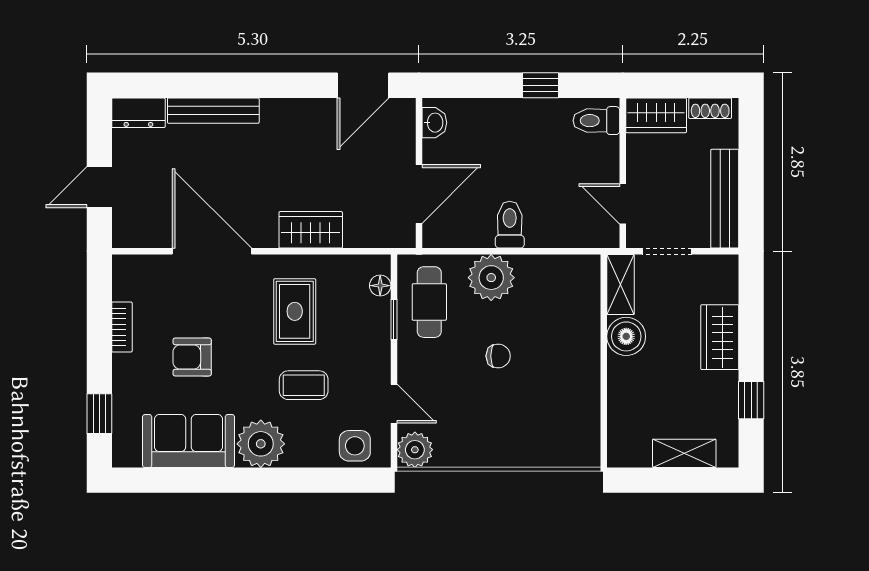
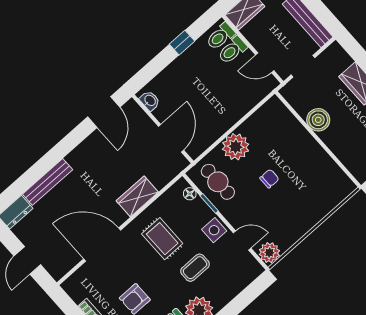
toilet: (510, 225) -> (232, 50), moved, turned -90
shelving: (621, 285) -> (295, 99), removed
side table: (355, 446) -> (214, 230), moved

